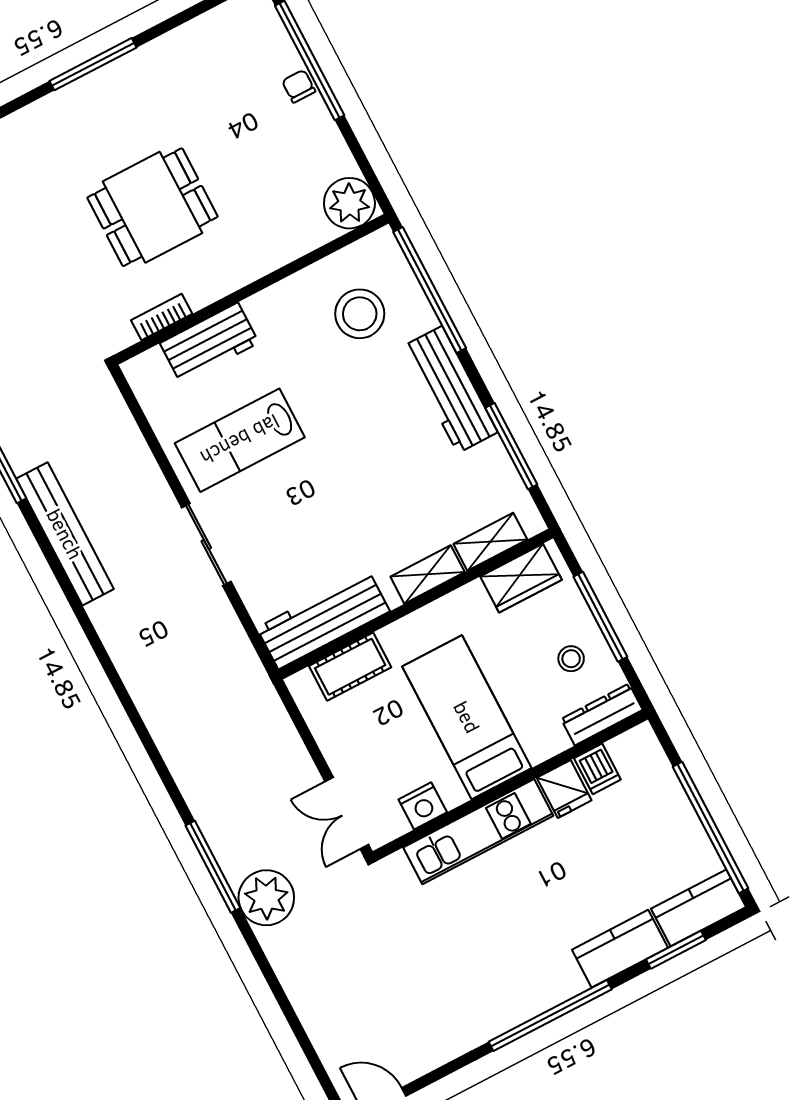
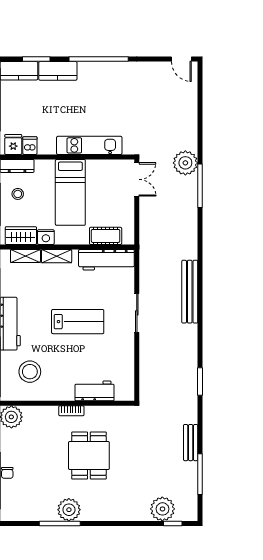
window: (93, 64) -> (60, 523), moved
plant: (136, 77) -> (69, 510), added
dining table: (153, 207) -> (89, 456), turned 90
bookcase: (162, 317) -> (71, 411), moved
lab bench: (240, 440) -> (78, 322), moved
bench: (65, 534) -> (190, 292), moved
fridge: (564, 789) -> (13, 145), moved
nightstand: (423, 806) -> (46, 237), moved, turned 180

